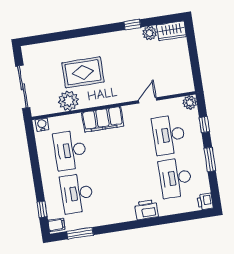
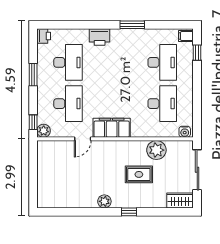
window: (132, 25) -> (129, 212), moved
wardrobe: (171, 31) -> (180, 200), moved
plant: (150, 33) -> (104, 201), moved
rug: (83, 72) -> (139, 174), width x0.73, depth x0.70
filing cabinet: (103, 119) -> (112, 128), moved
window: (204, 125) -> (33, 122), moved
window: (80, 233) -> (132, 25), moved

